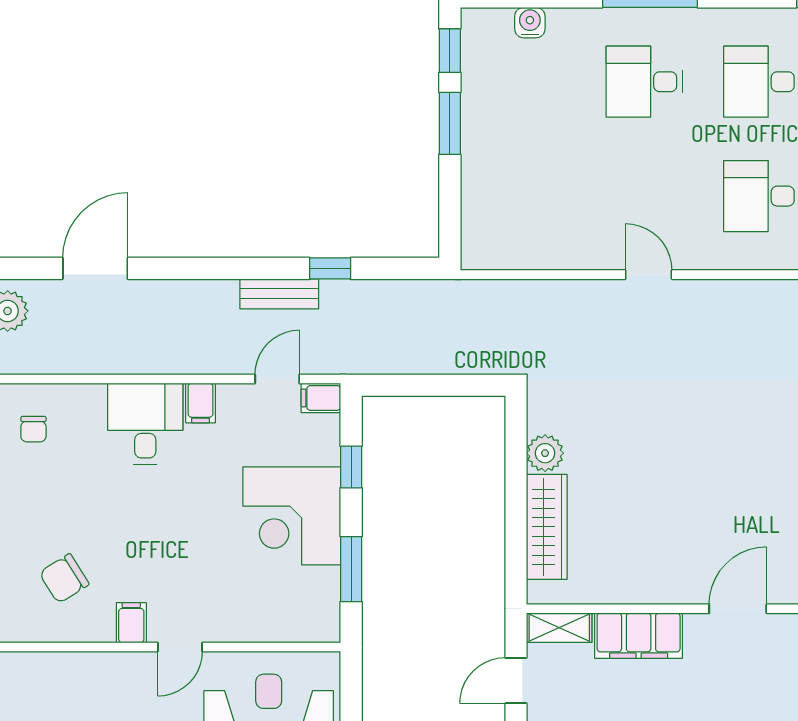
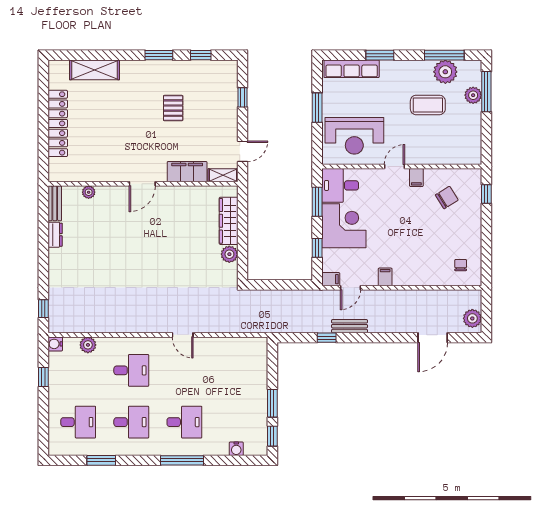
desk: (145, 424) -> (340, 185), moved, turned 90

